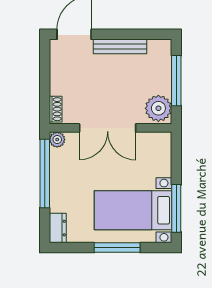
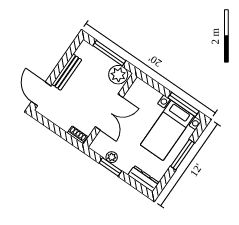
plant: (57, 140) -> (112, 157), moved
window: (45, 174) -> (110, 167), width x0.47
dresser: (58, 228) -> (143, 179), width x1.44

